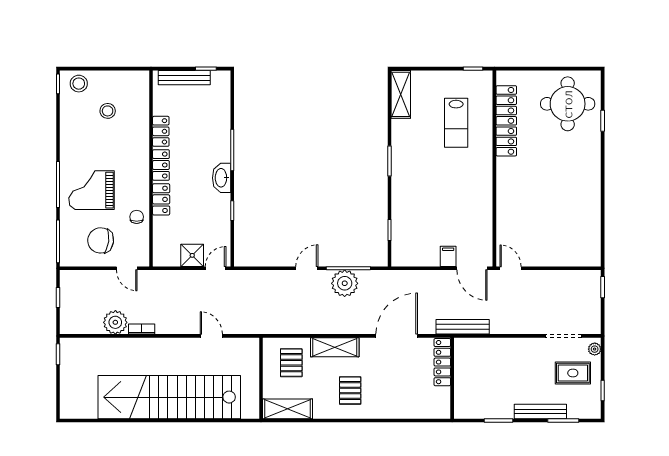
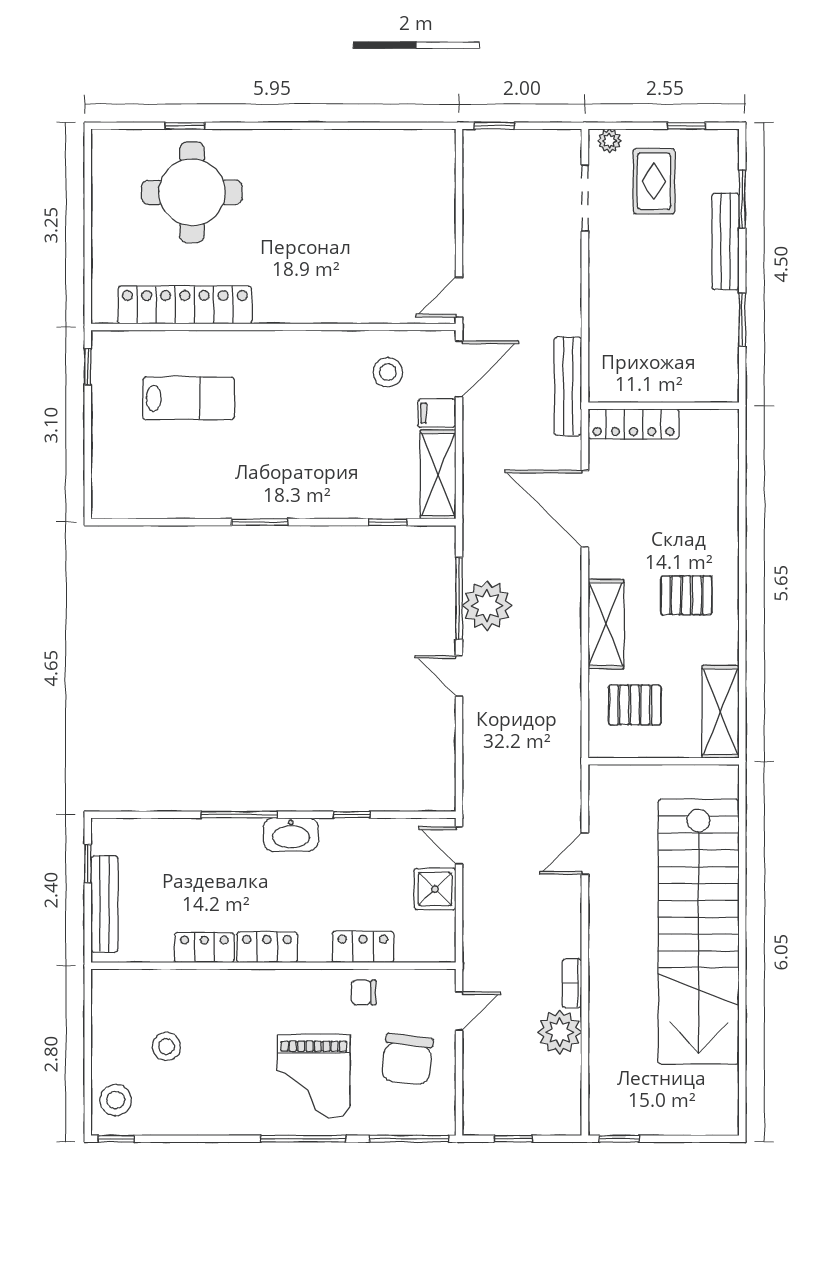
shelving: (401, 94) -> (438, 474), moved, turned 90
round table: (568, 104) -> (192, 192), moved
locker: (161, 199) -> (363, 947), moved
stool: (470, 230) -> (388, 372), added

